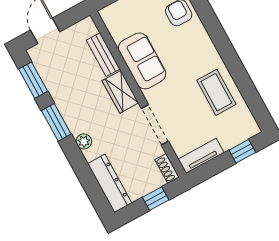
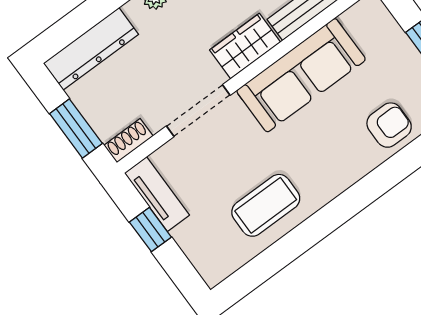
sofa: (142, 61) -> (301, 75), width x1.36
window: (242, 151) -> (150, 230), moved
window: (156, 199) -> (76, 129), width x1.50

